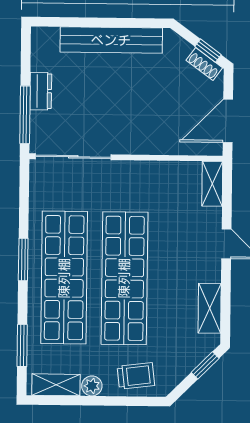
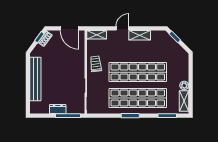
shelving: (210, 308) -> (140, 35), moved
trolley: (136, 376) -> (96, 64), moved

